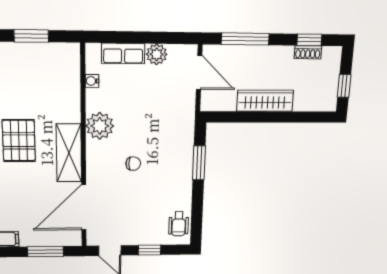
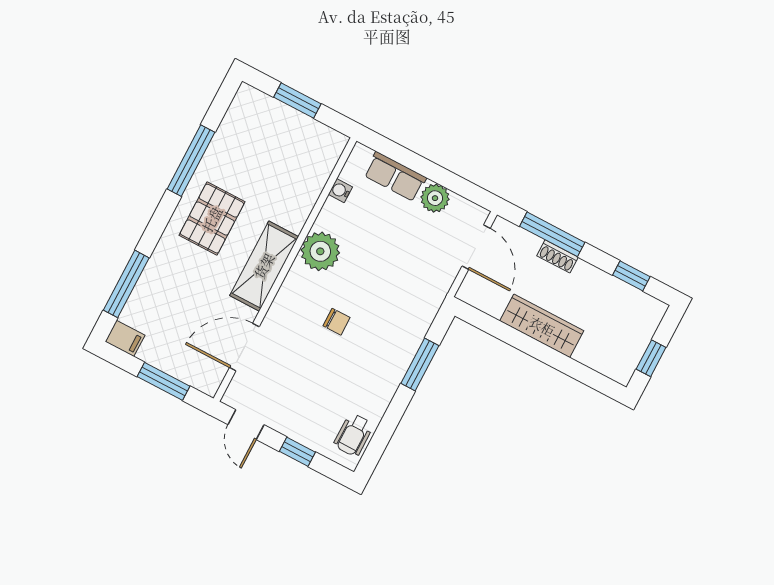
shoe rack: (308, 52) -> (557, 256), moved
door: (84, 207) -> (244, 347), width x0.73

